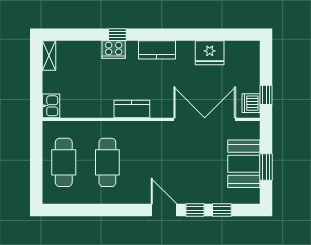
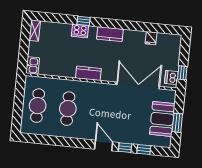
fridge: (210, 53) -> (151, 38), width x0.53, depth x0.75

